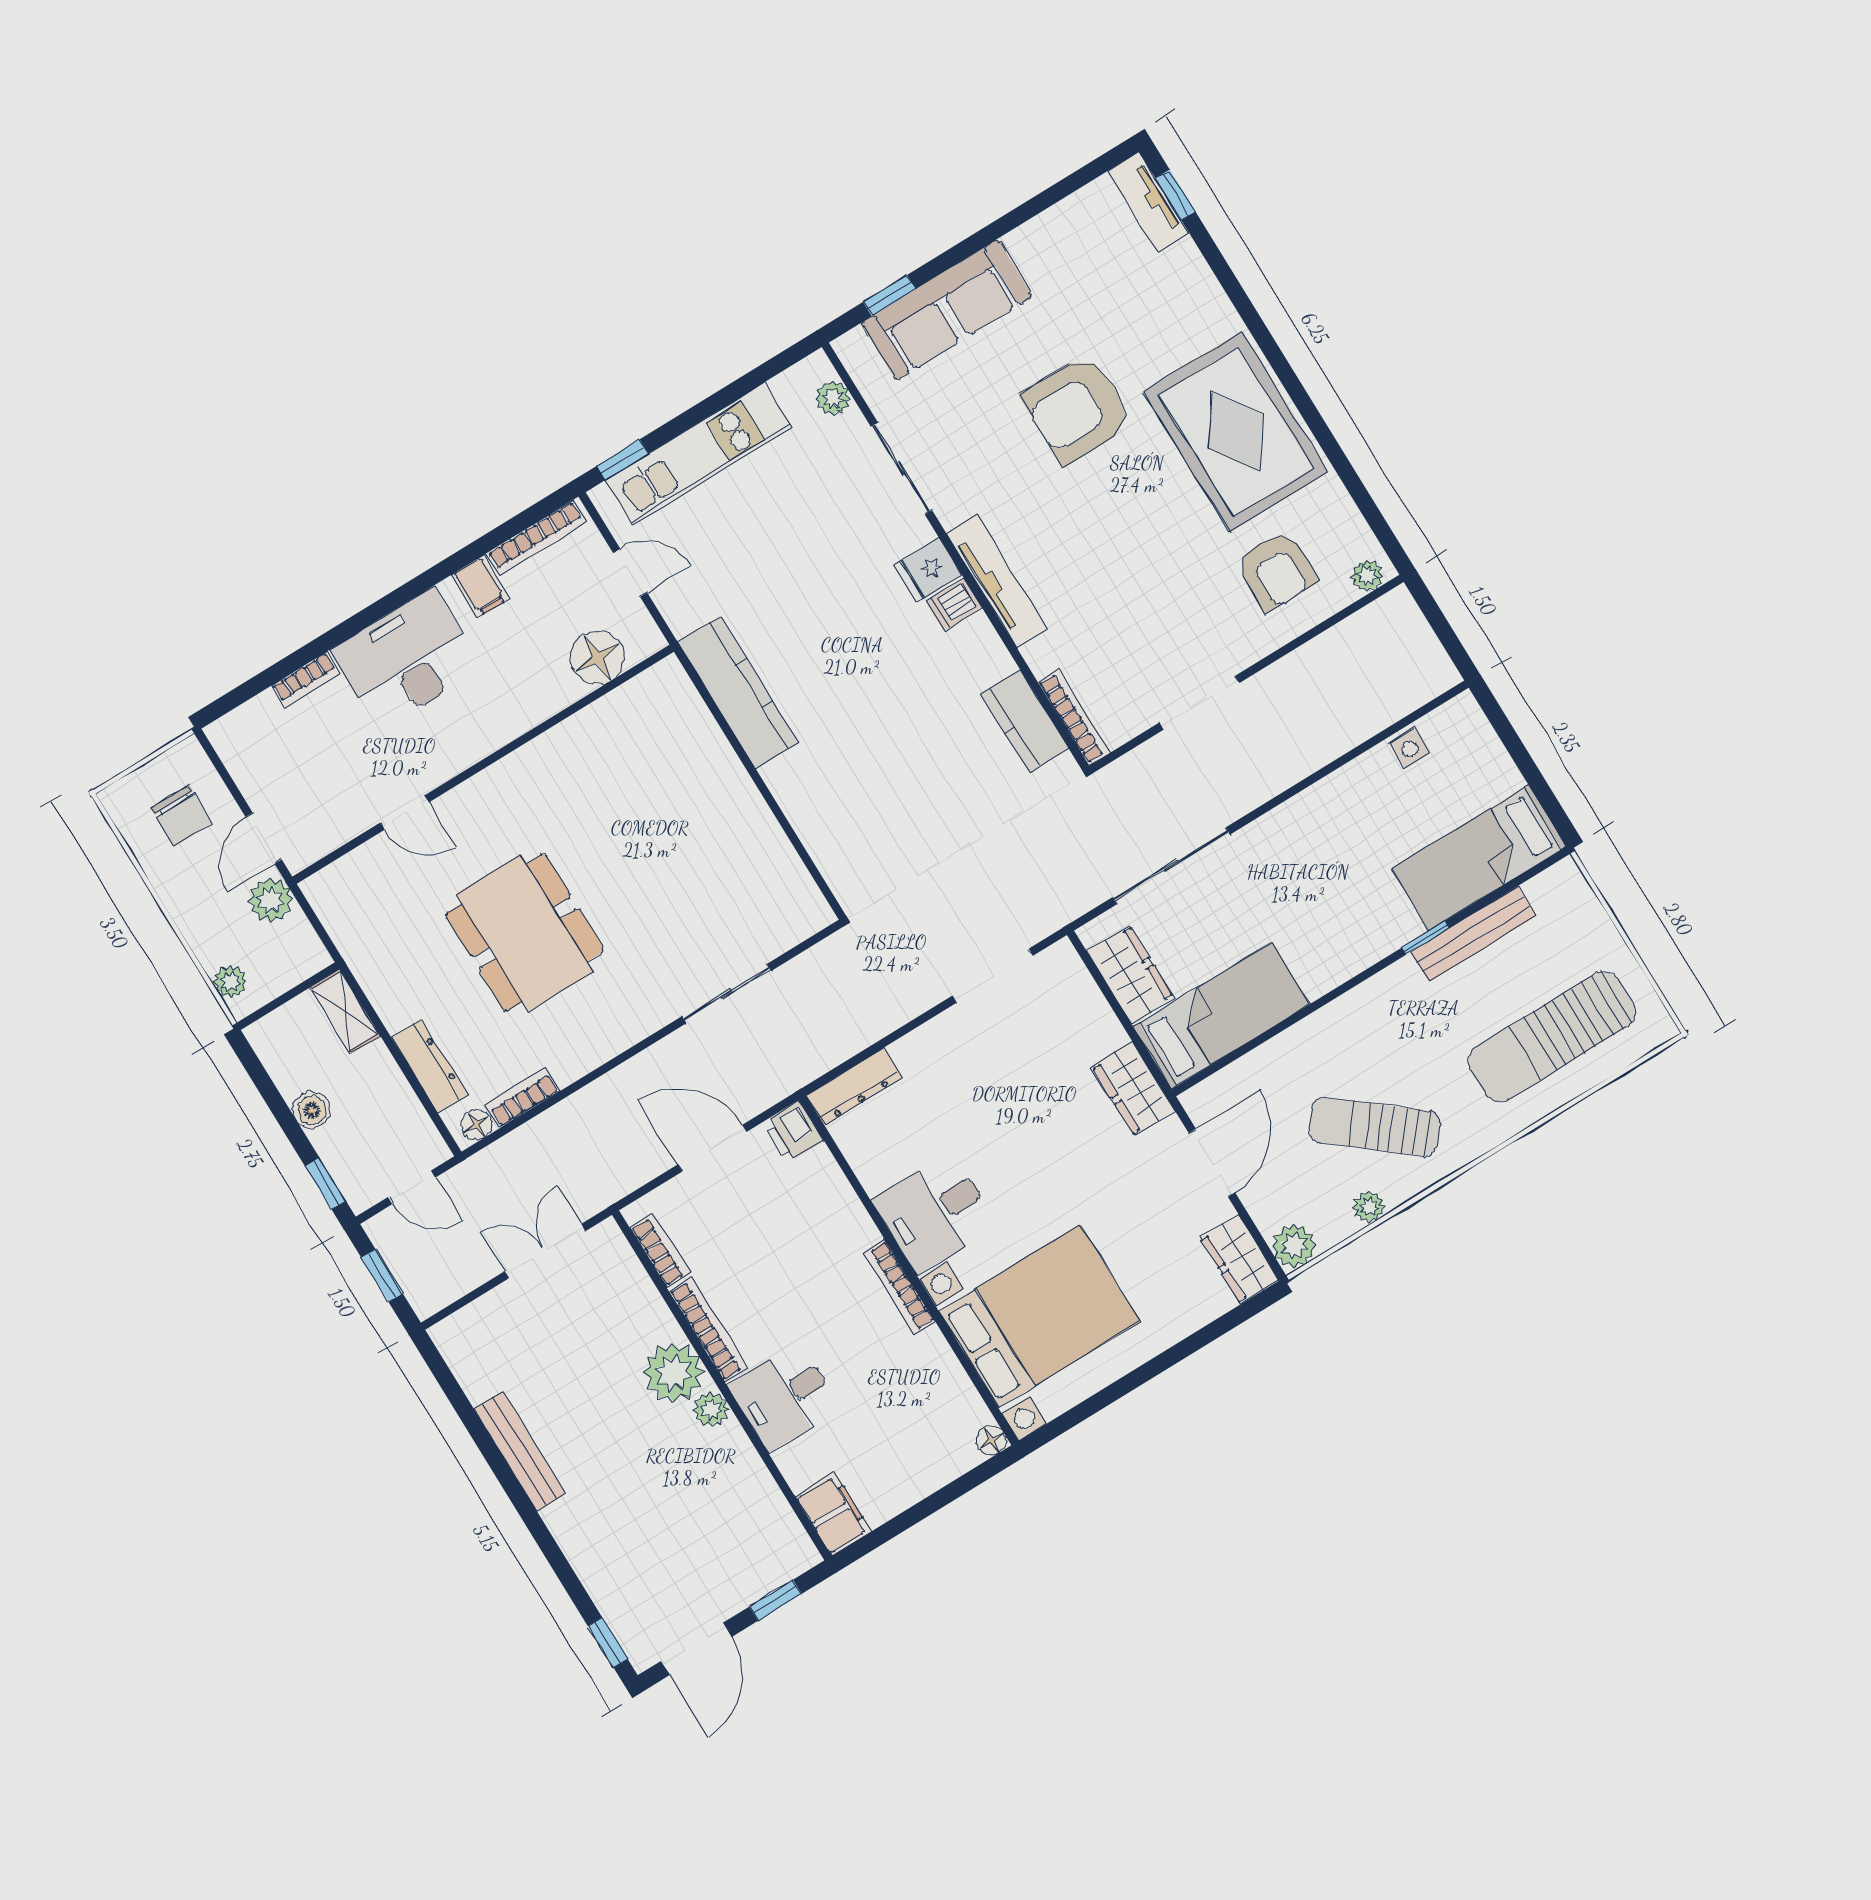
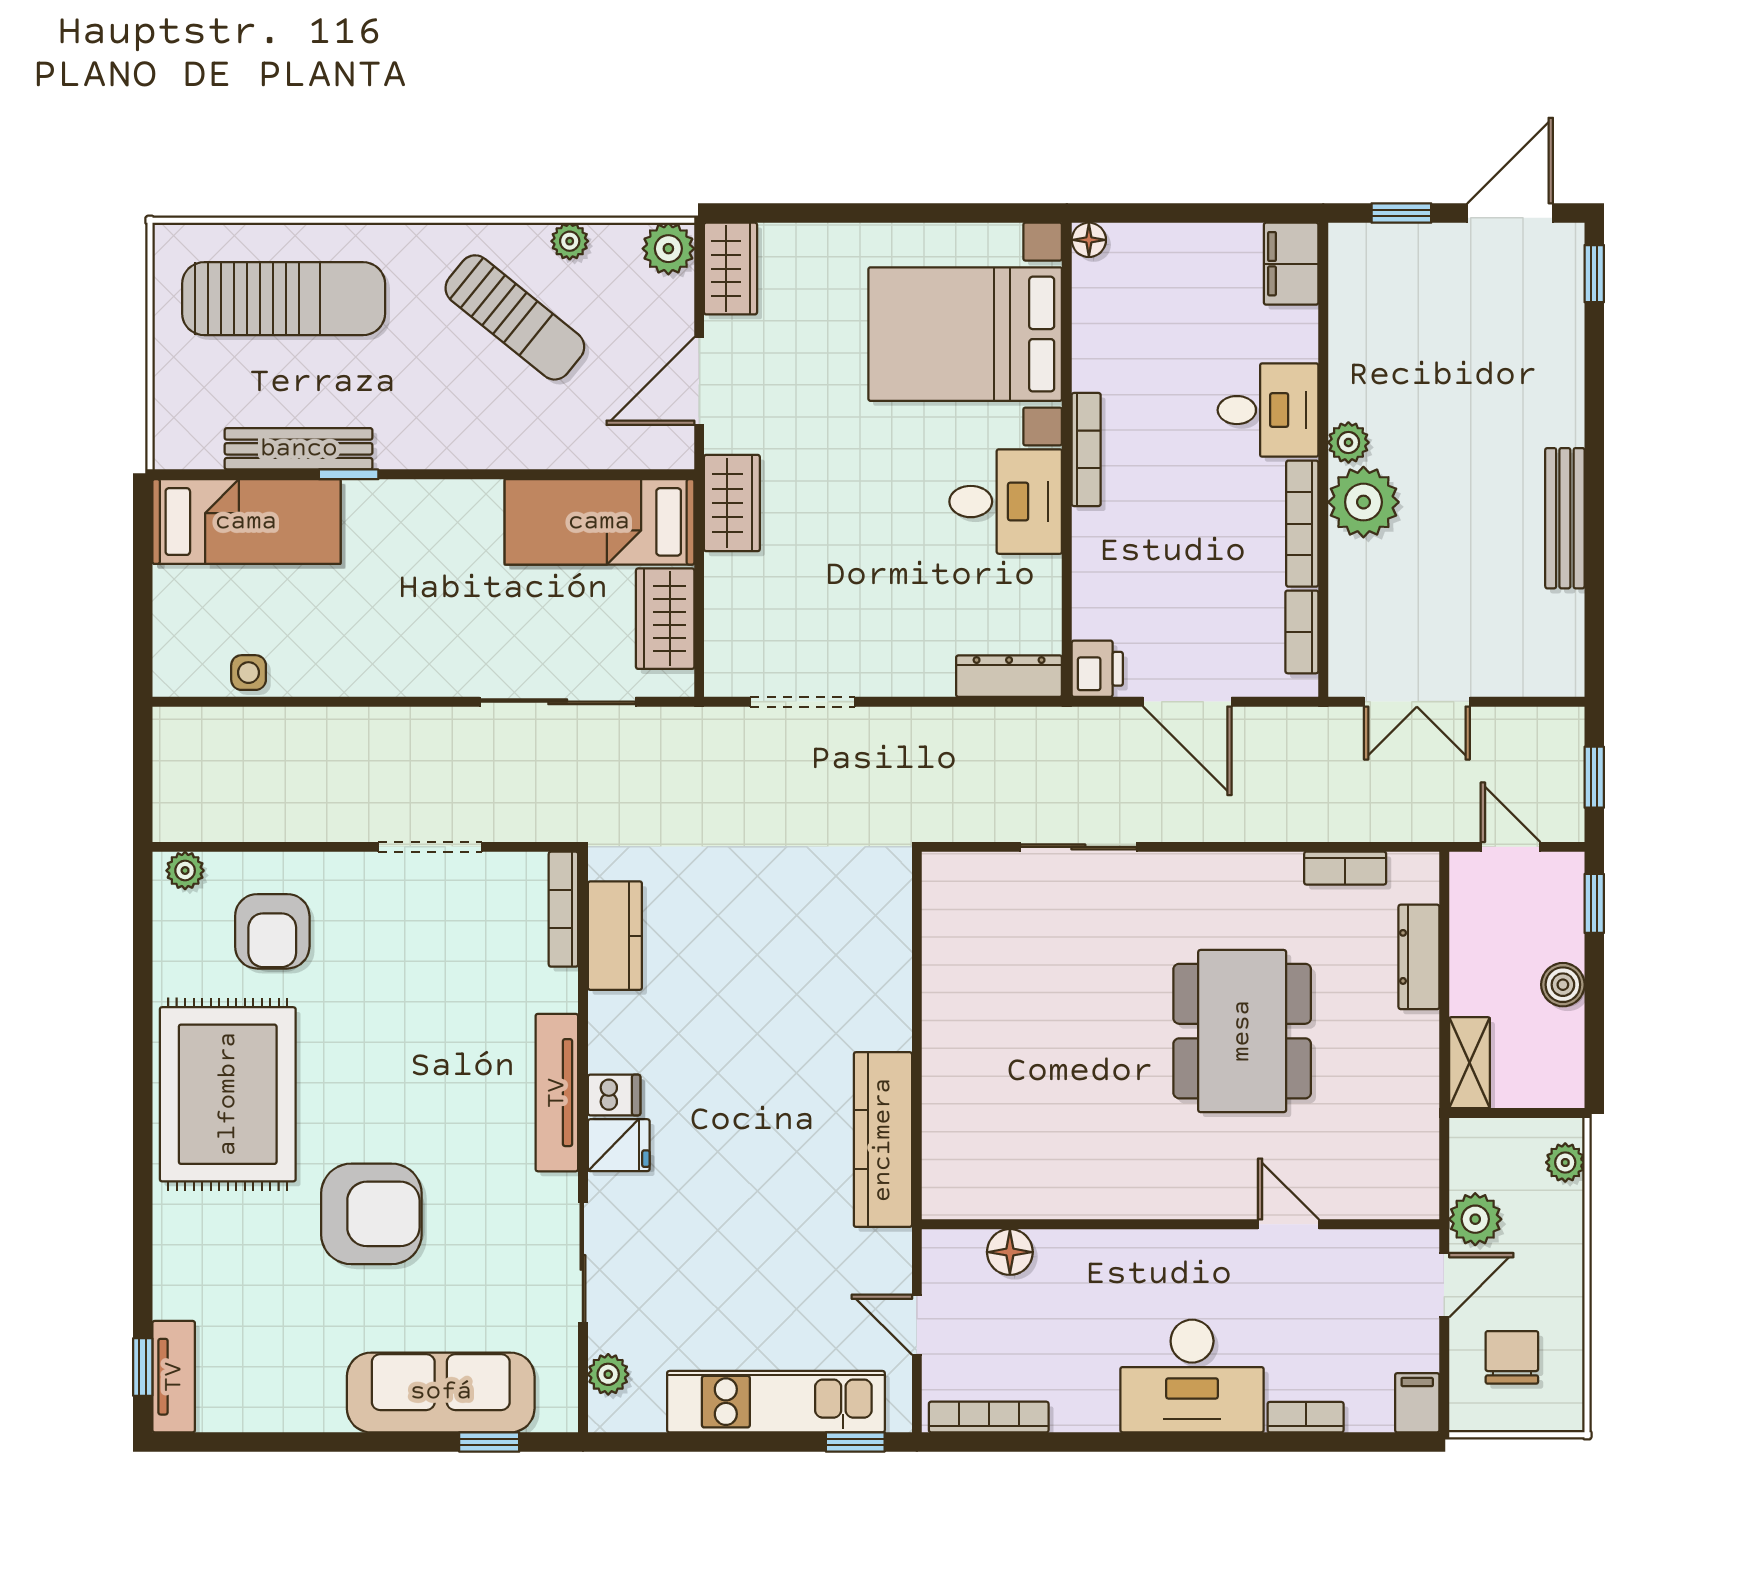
armchair: (1276, 571) -> (272, 931), turned 180
filing cabinet: (480, 587) -> (1417, 1403), moved
floor lamp: (597, 657) -> (1010, 1252), width x0.73, depth x0.73
floor lamp: (476, 1125) -> (1408, 870), removed

